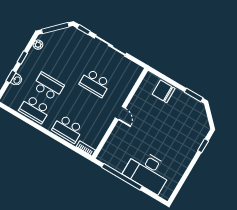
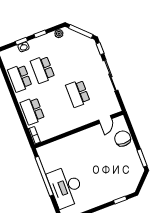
school desk: (48, 86) -> (43, 69), turned 180
door: (120, 113) -> (105, 119), moved

